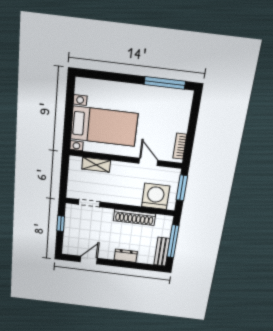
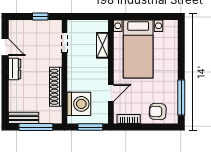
armchair: (177, 112) -> (158, 112), added
dresser: (126, 256) -> (15, 69), moved

